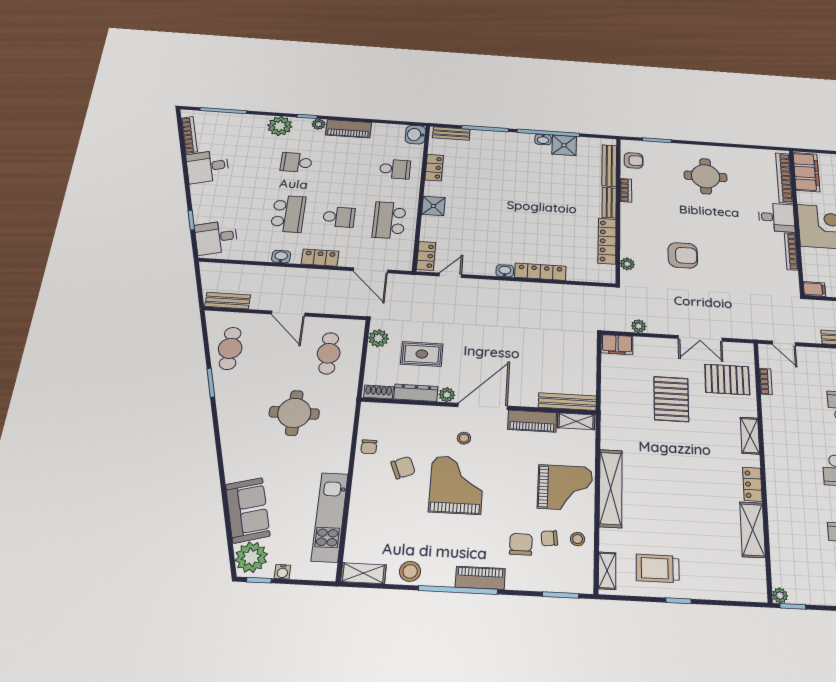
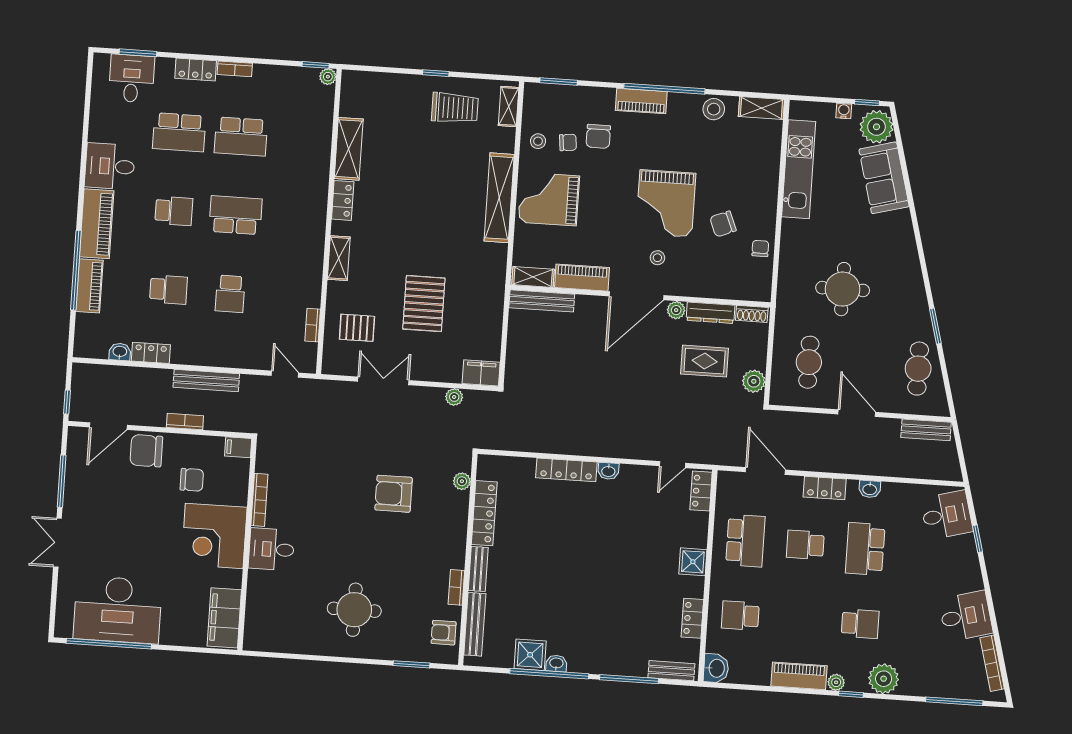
bookcase: (784, 178) -> (254, 608), removed
pallet: (727, 380) -> (357, 328), width x0.67, depth x0.71

